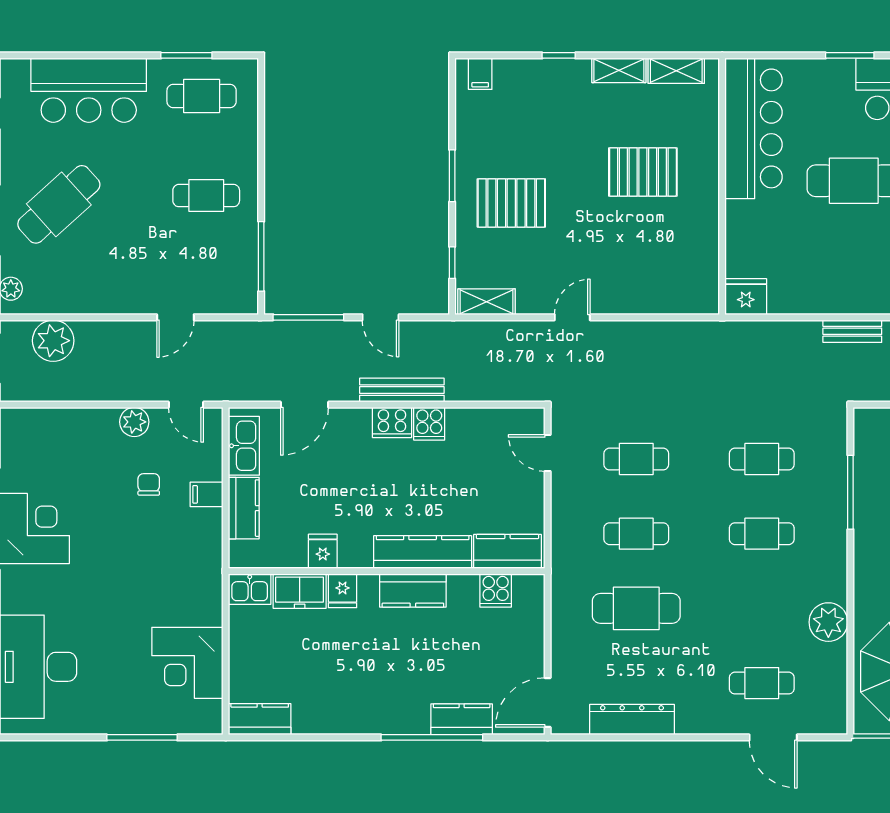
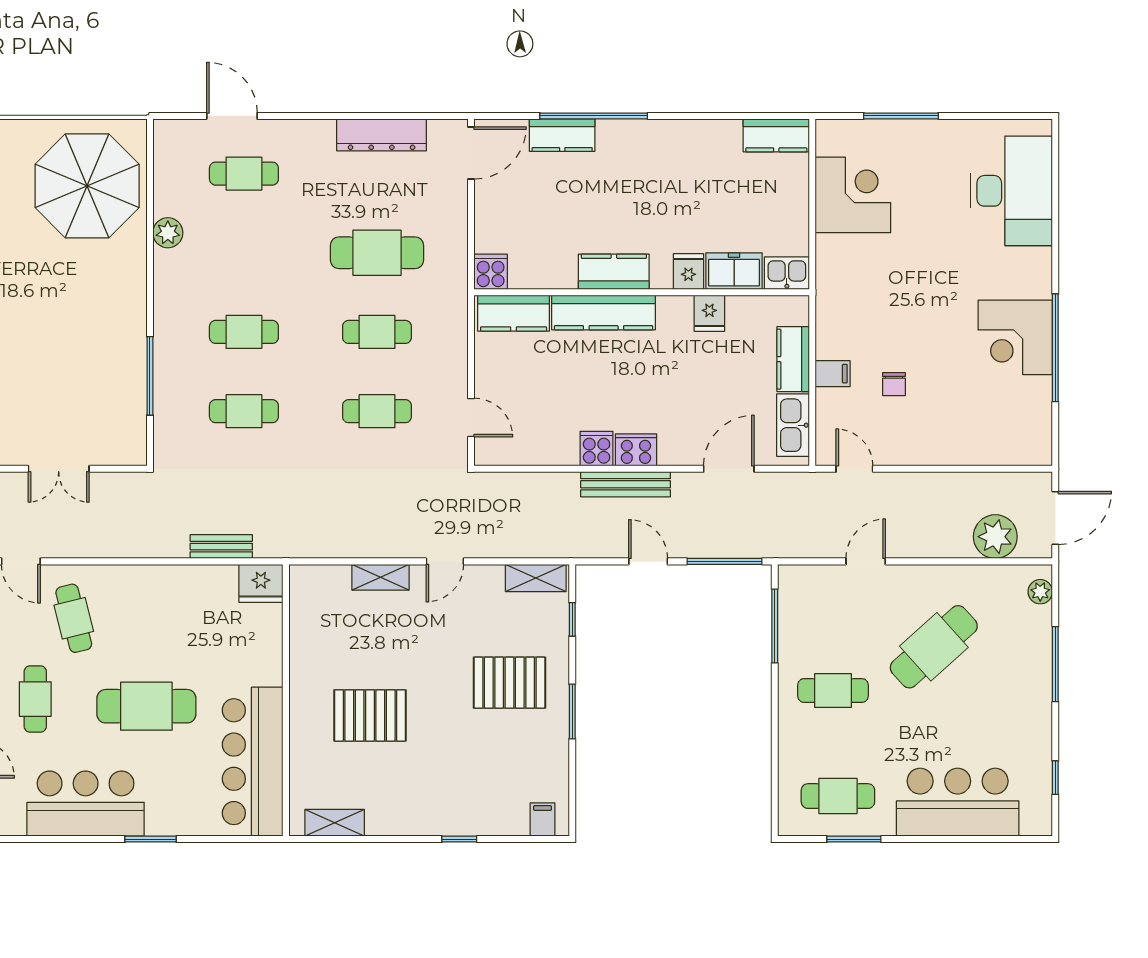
shelving: (619, 70) -> (381, 577), moved
cafe table: (59, 204) -> (934, 647), moved
bench: (852, 331) -> (221, 547), moved
plant: (134, 422) -> (909, 450), removed
cooker: (496, 590) -> (491, 272), moved
plant: (828, 622) -> (168, 233), width x0.73, depth x0.73

